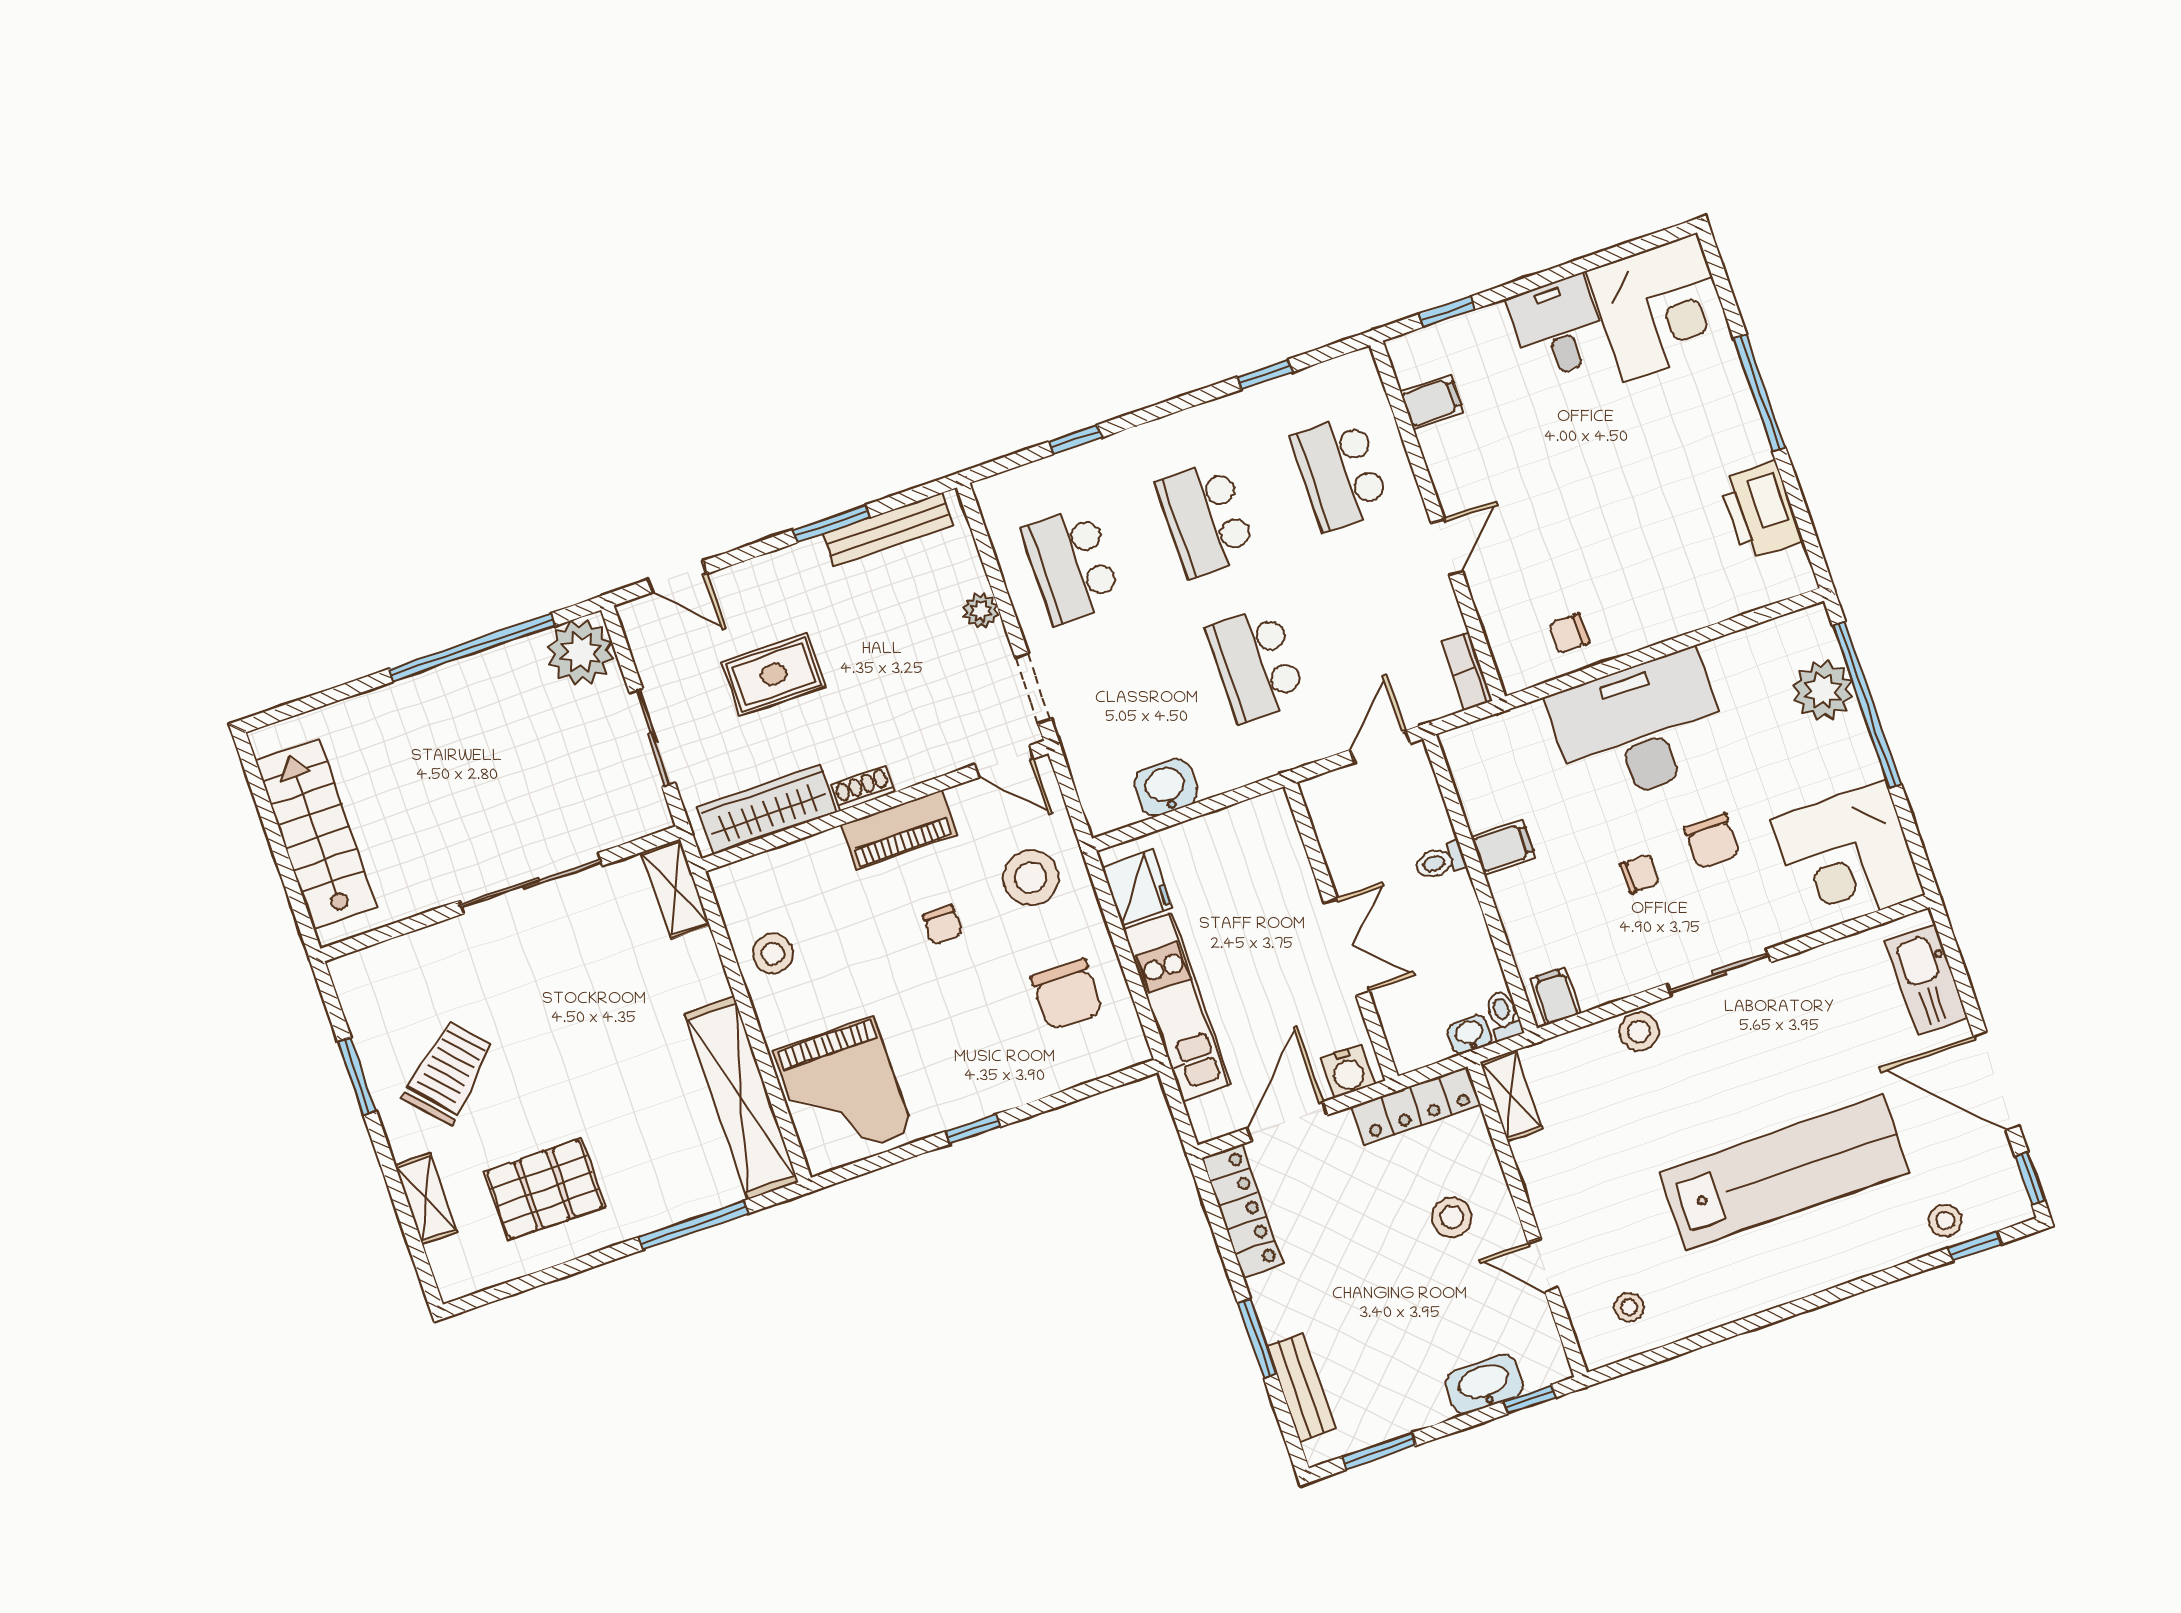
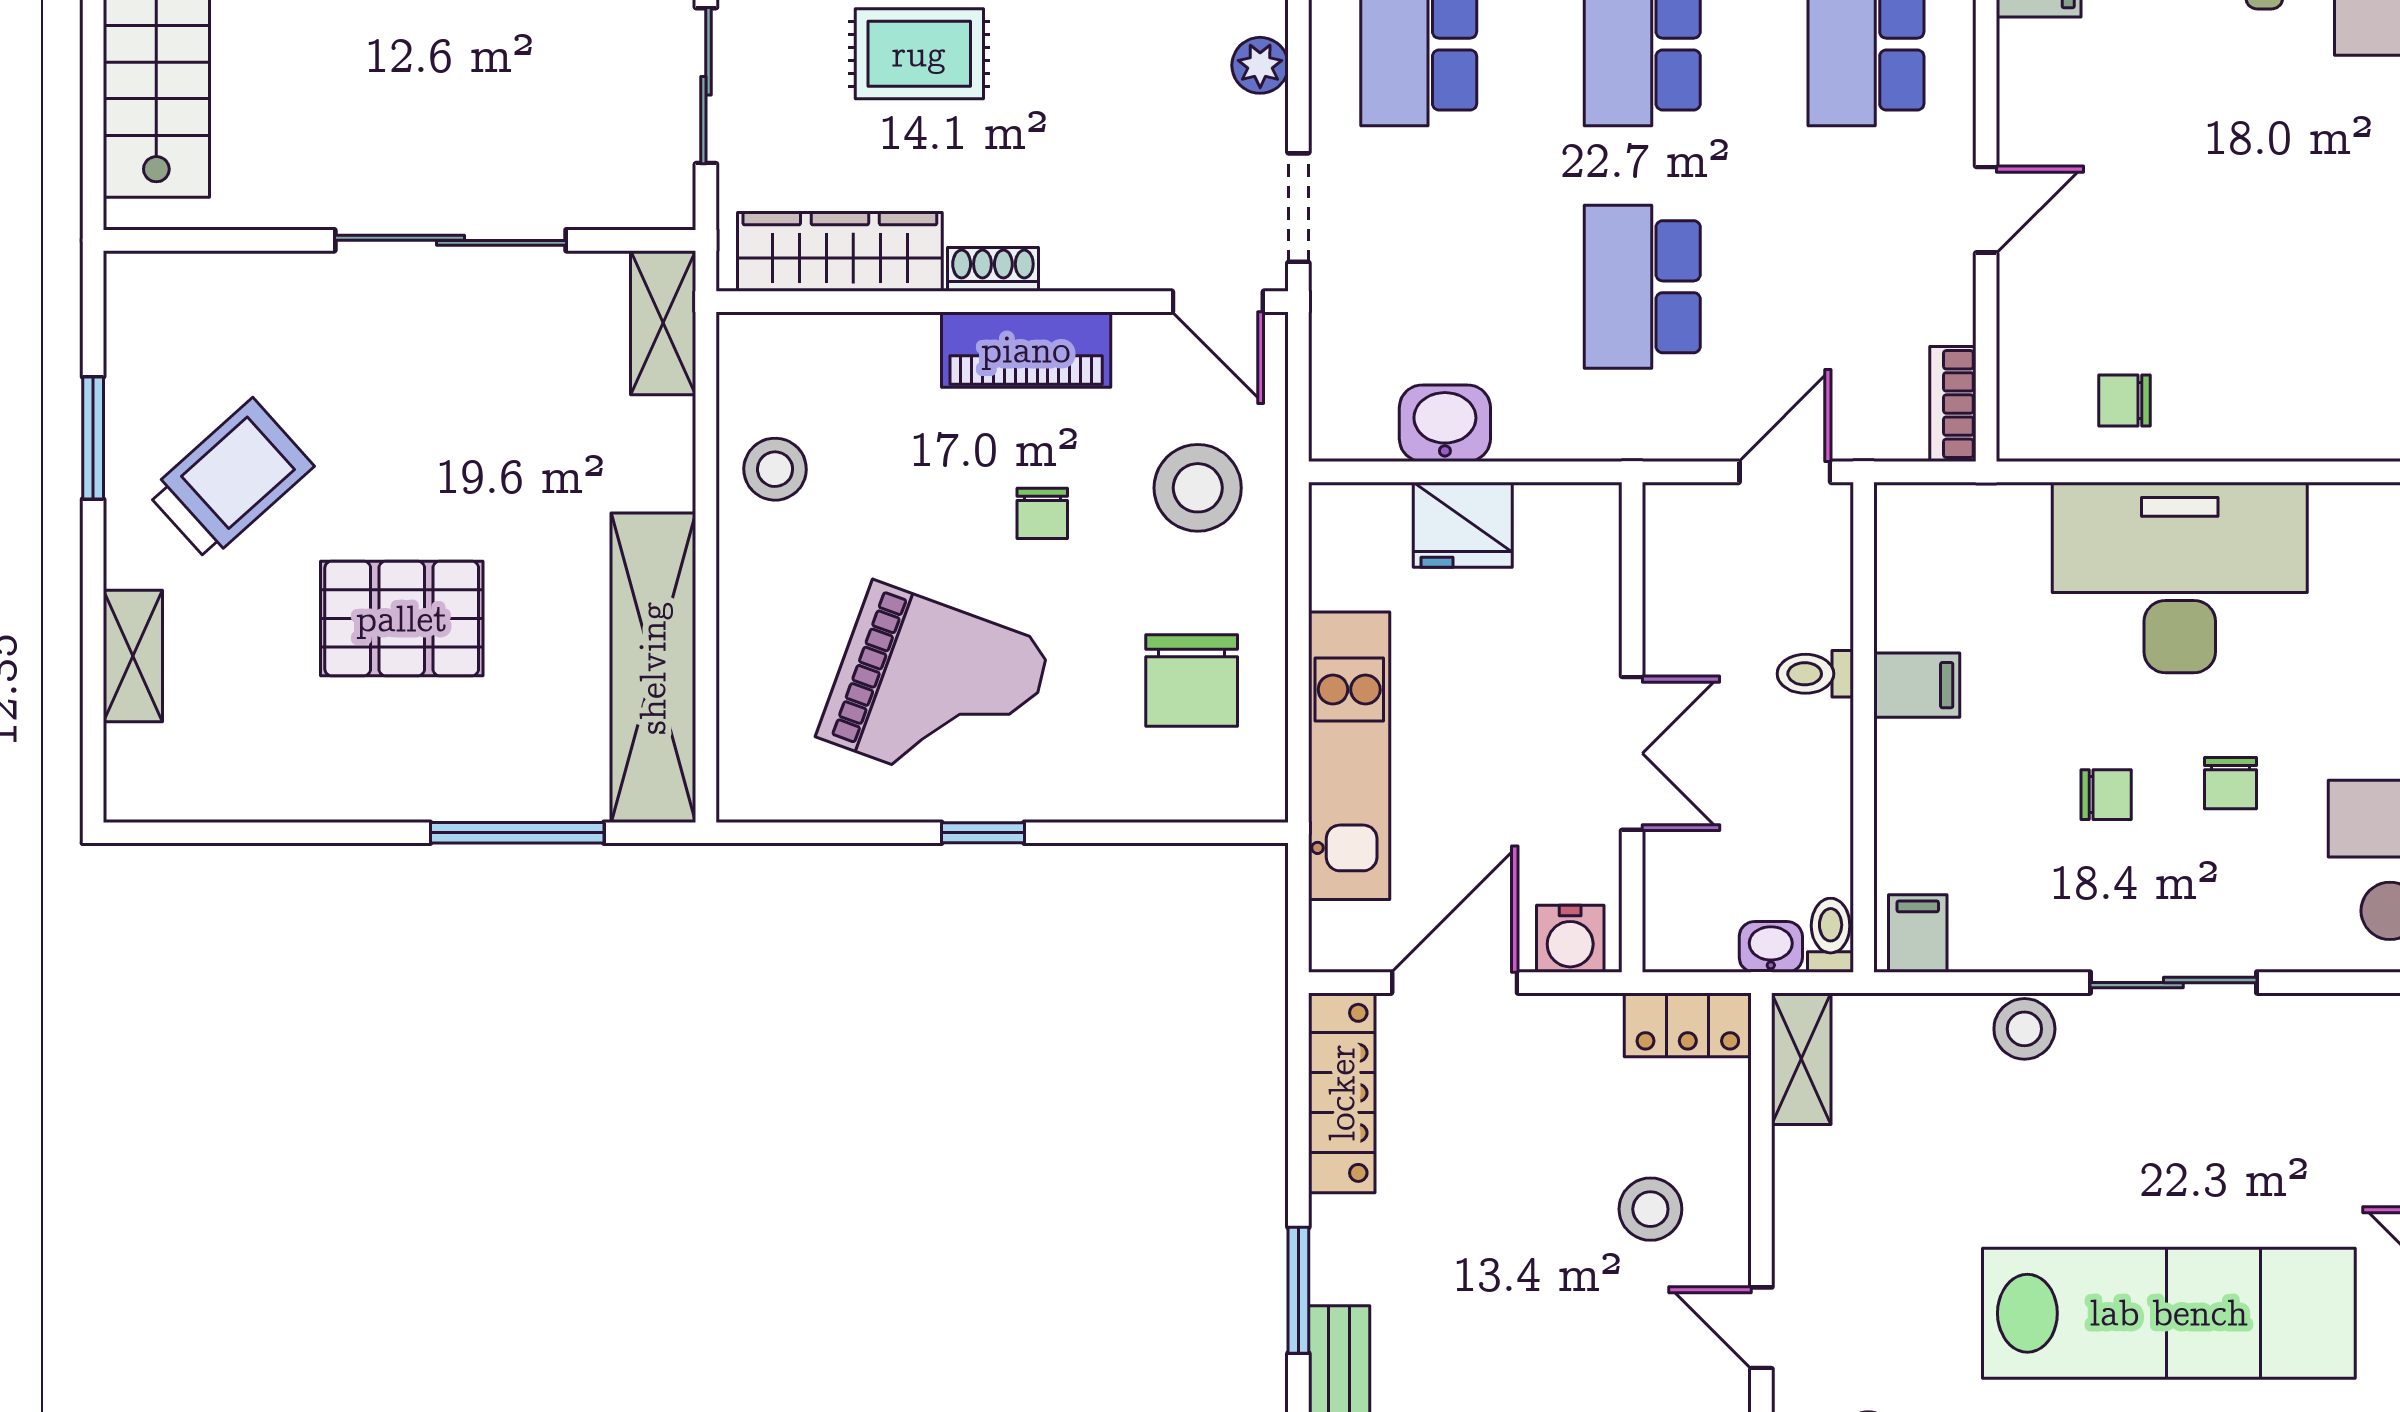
chair: (1712, 841) -> (2230, 783), width x0.73, depth x0.73
fridge: (1137, 887) -> (1463, 525), moved, turned 90
grand piano: (843, 1091) -> (935, 691), moved, turned -70
locker: (1416, 1106) -> (1688, 1025), width x0.66
pallet: (544, 1189) -> (402, 619), moved

